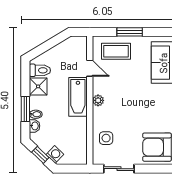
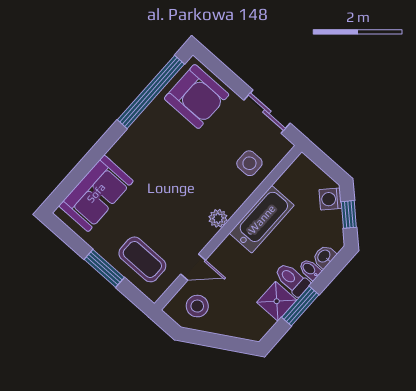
stool: (72, 52) -> (197, 306), added
door: (90, 68) -> (193, 267), swing flipped
toilet: (40, 70) -> (292, 279), moved
bathtub: (78, 97) -> (262, 219), moved
window: (25, 109) -> (300, 306), moved

